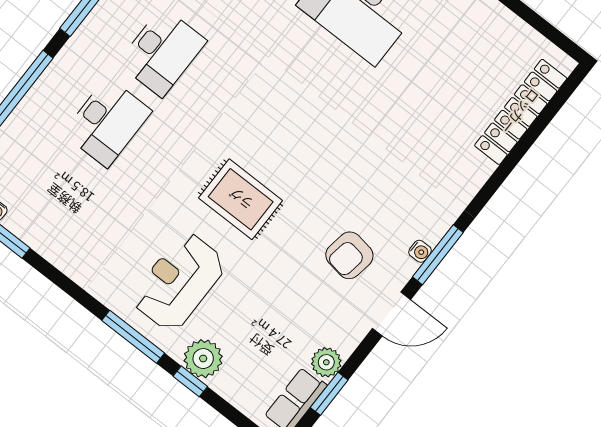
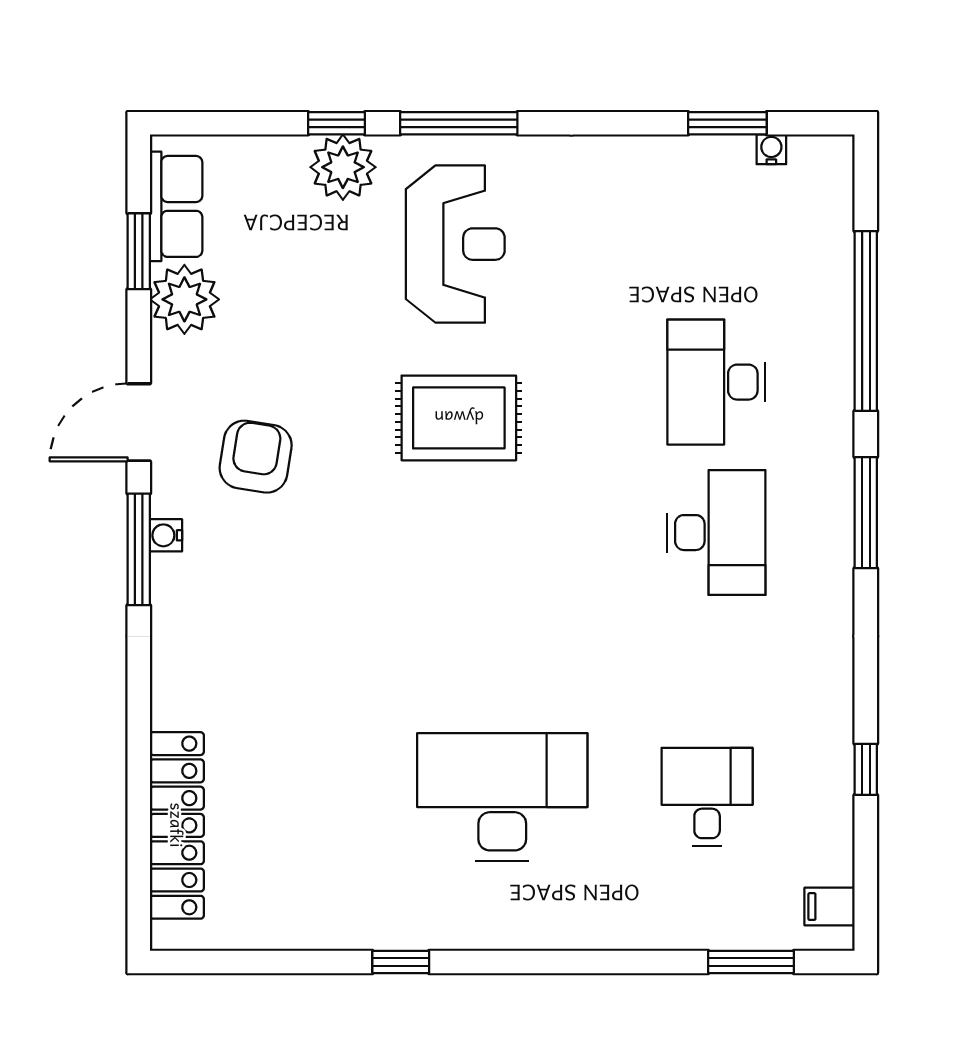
desk: (162, 52) -> (716, 533), turned 180
plant: (326, 362) -> (184, 299), width x1.36, depth x1.36

